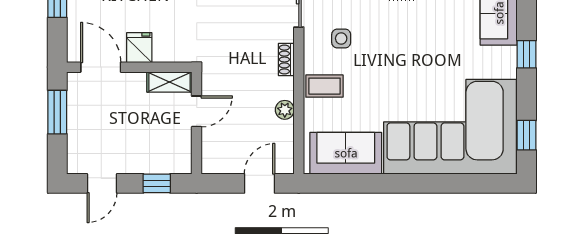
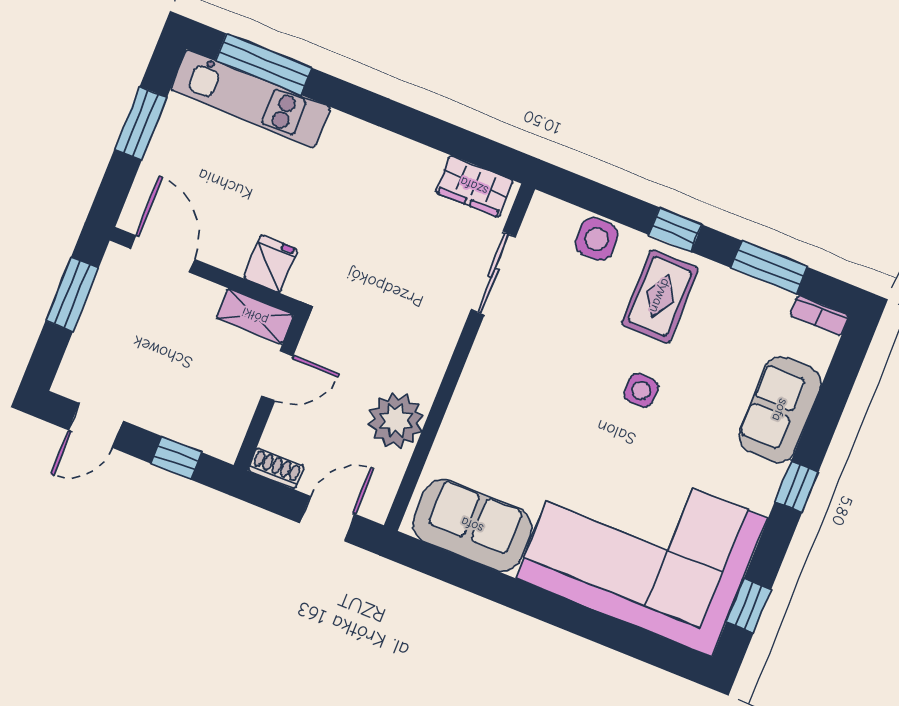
side table: (341, 38) -> (641, 390), moved
fridge: (139, 48) -> (271, 264), moved
shoe rack: (286, 60) -> (276, 469), moved, turned 90
coffee table: (324, 86) -> (481, 414), removed
plant: (285, 110) -> (396, 421), width x1.87, depth x1.87

